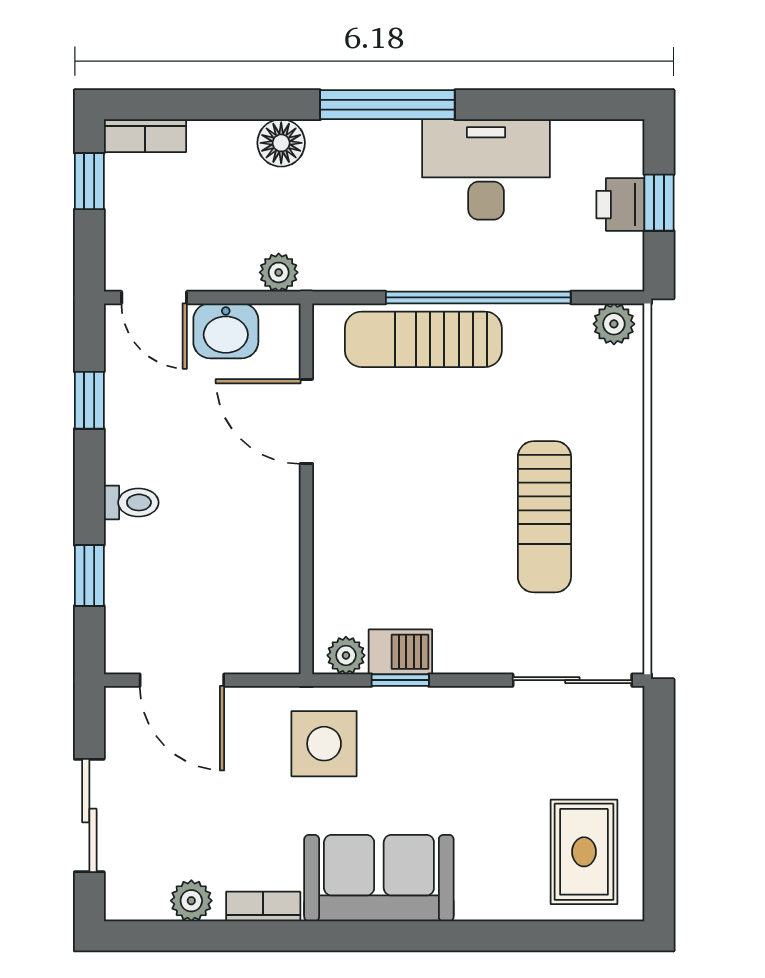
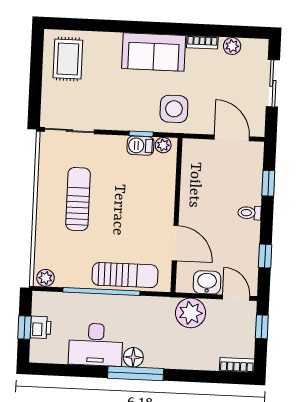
floor lamp: (281, 143) -> (133, 357), moved
window: (89, 181) -> (262, 327), moved
plant: (279, 272) -> (191, 313), width x1.88, depth x1.88

